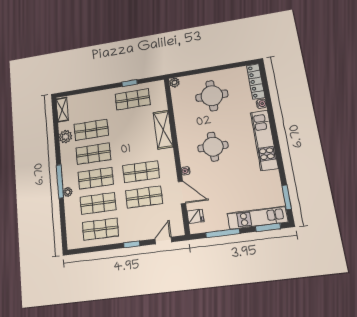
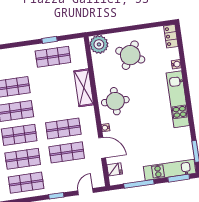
locker: (256, 81) -> (171, 36), width x0.66
plant: (174, 83) -> (99, 44), width x1.87, depth x1.87
round table: (212, 96) -> (130, 55), turned 30
round table: (213, 147) -> (115, 101), moved

